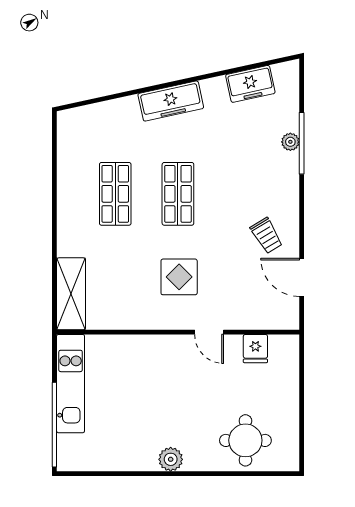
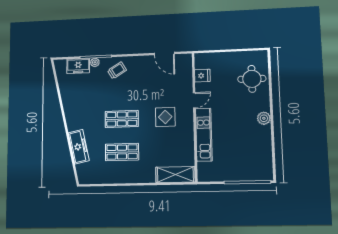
freezer: (250, 84) -> (78, 66), moved, turned 102
freezer: (171, 101) -> (79, 147), moved
trolley: (266, 236) -> (117, 70), moved
door: (302, 277) -> (164, 54), hinge flipped
kitchen unit: (71, 384) -> (204, 135), moved, turned 90

